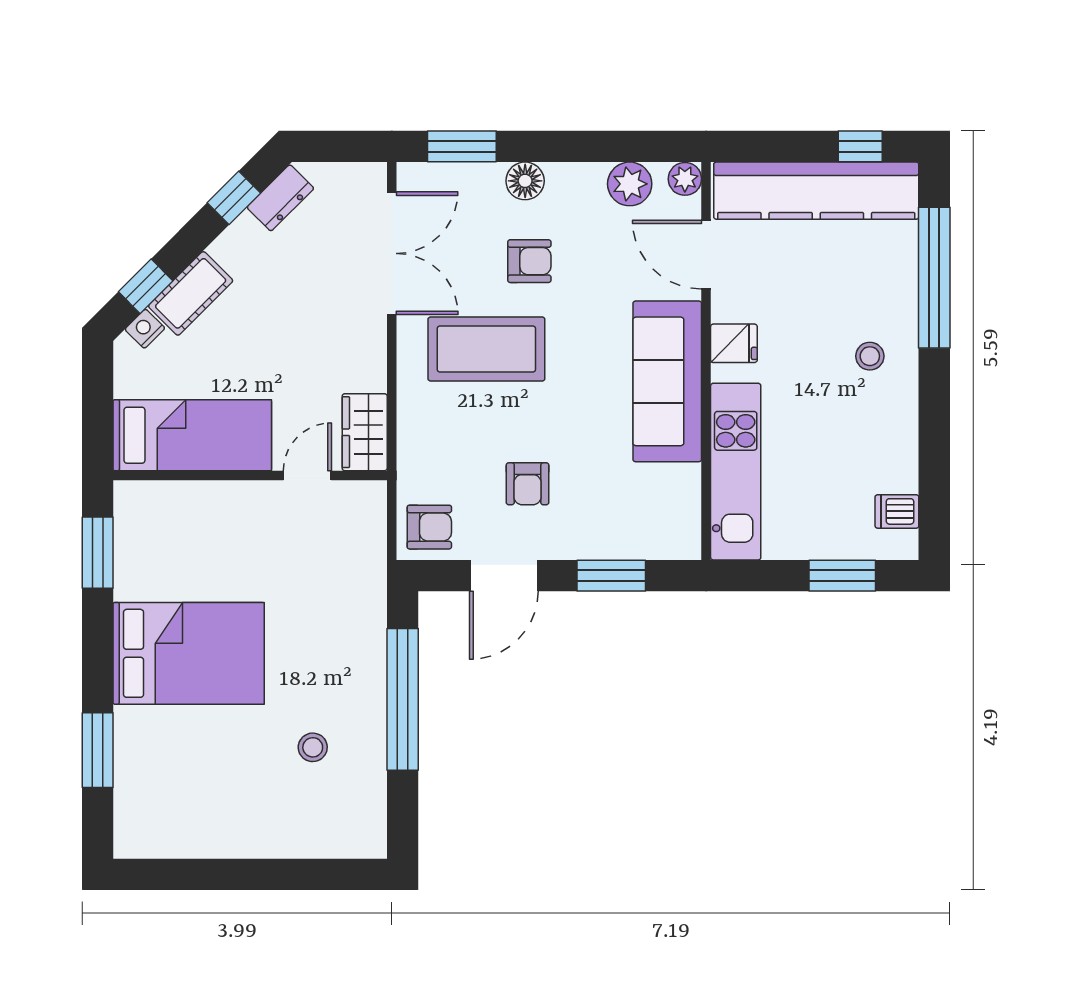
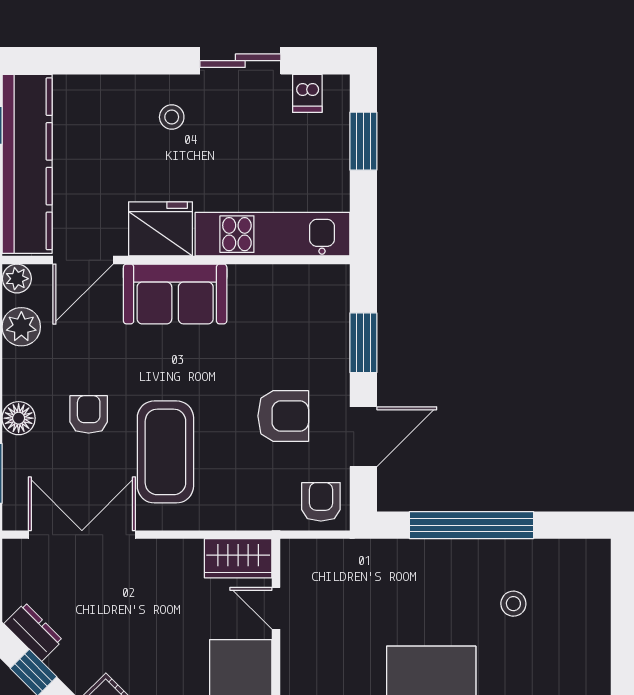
window: (934, 278) -> (103, 61), removed
fridge: (734, 343) -> (160, 229), width x1.88, depth x1.34
sofa: (667, 381) -> (175, 294), width x0.73
sliding door: (934, 435) -> (240, 61), added
armchair: (528, 484) -> (283, 416), width x1.38, depth x1.38
door: (504, 576) -> (363, 437), hinge flipped

